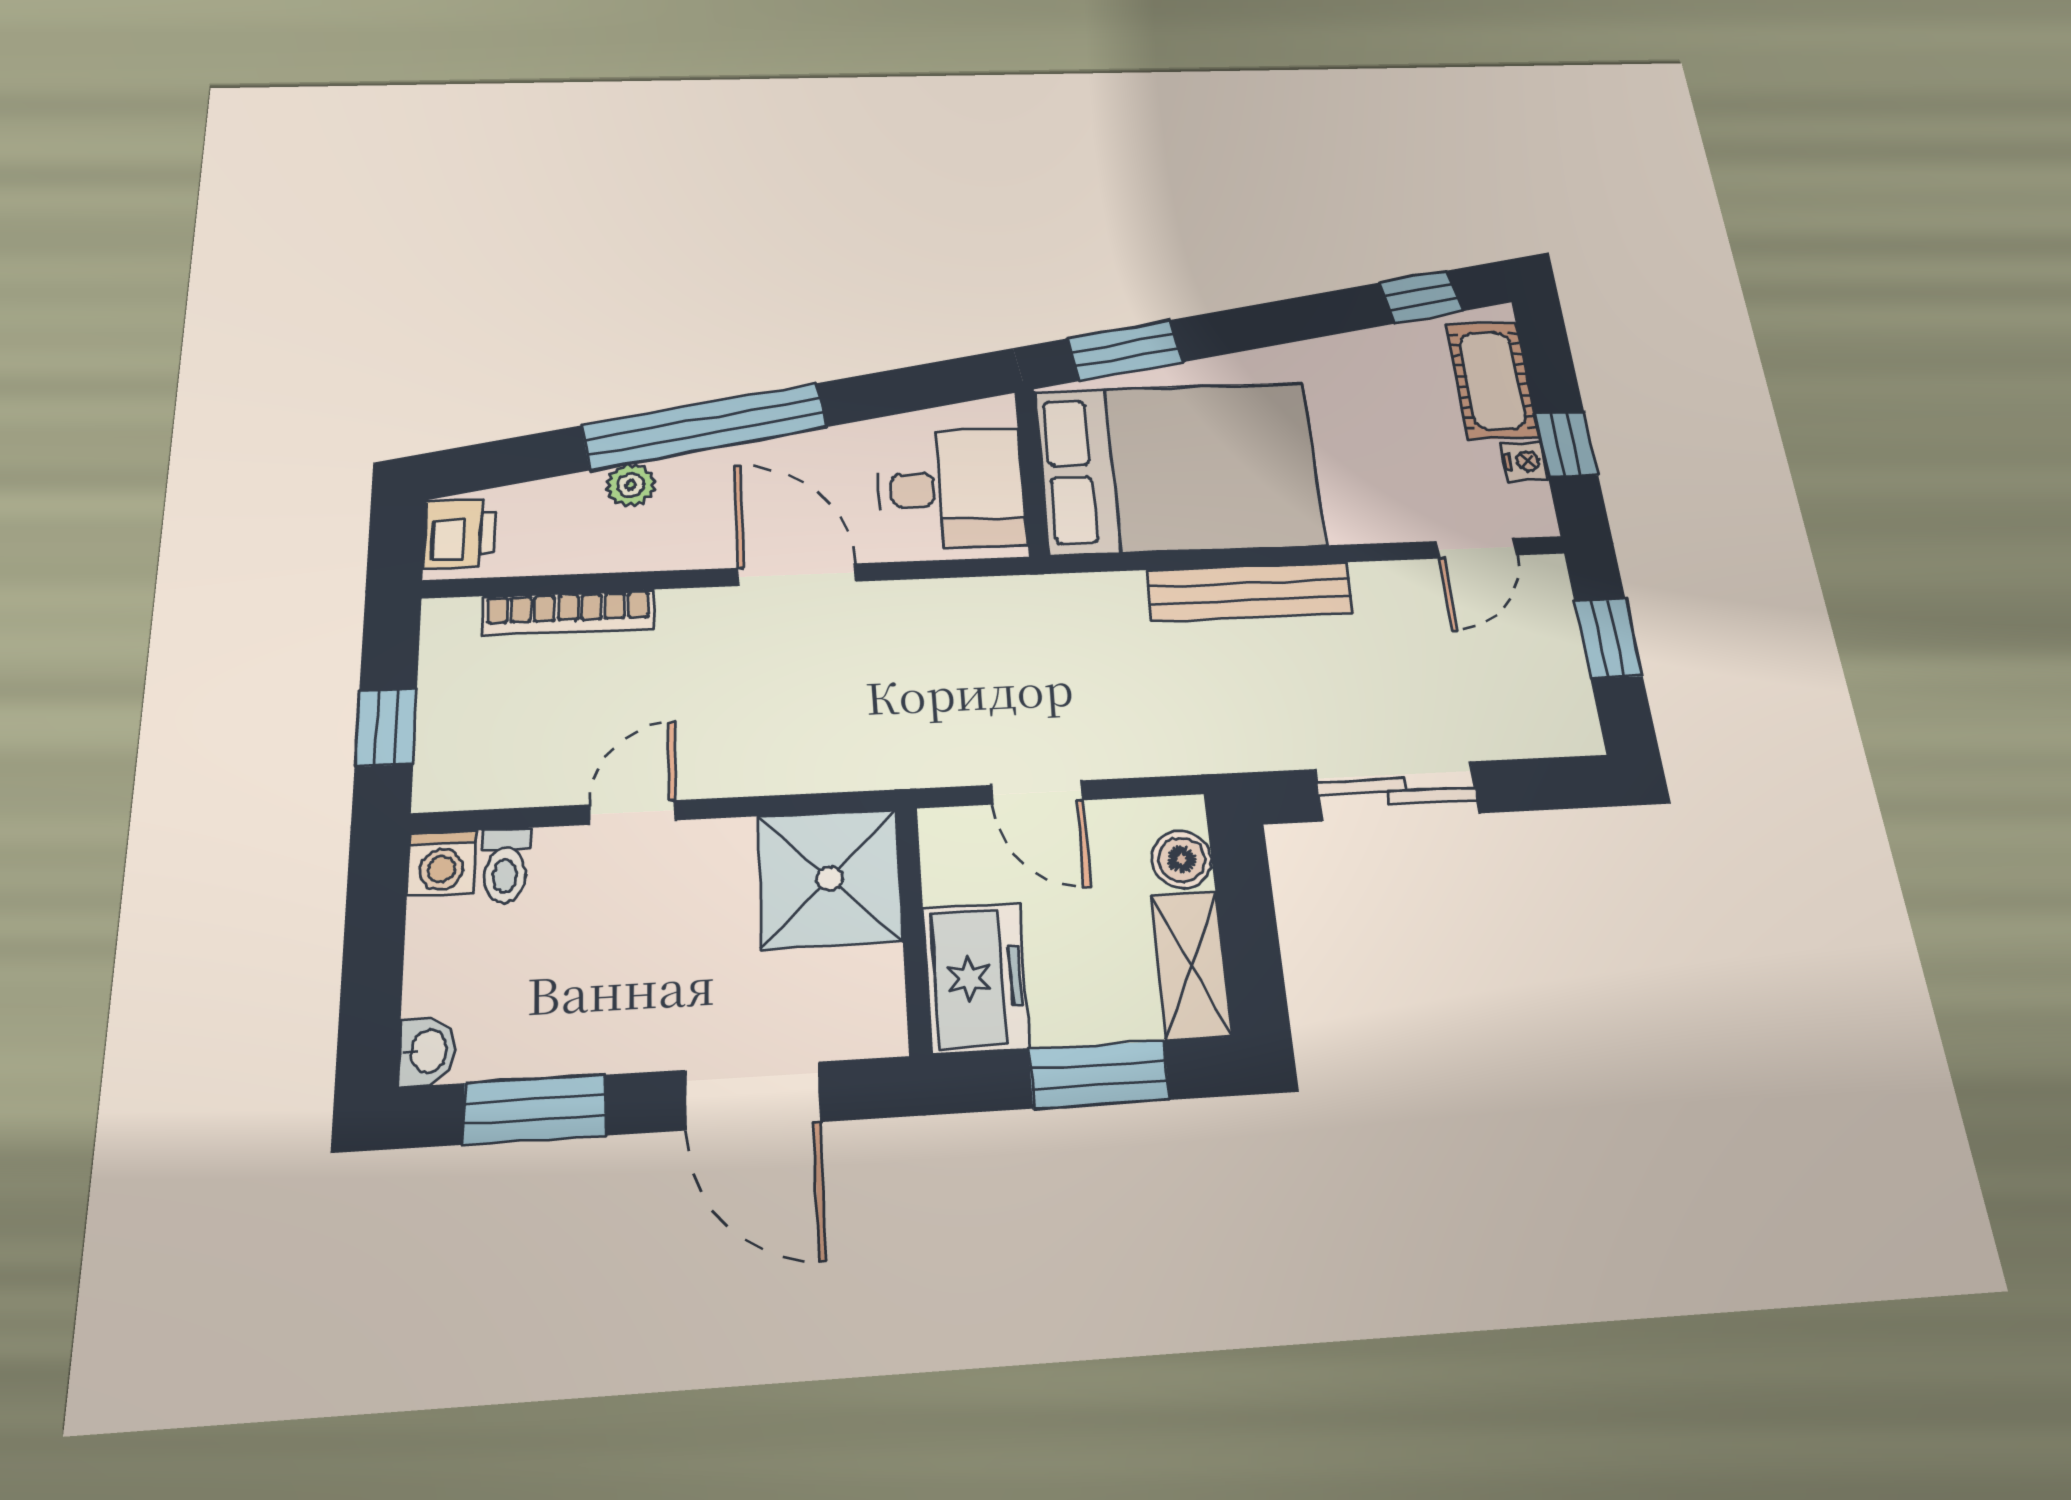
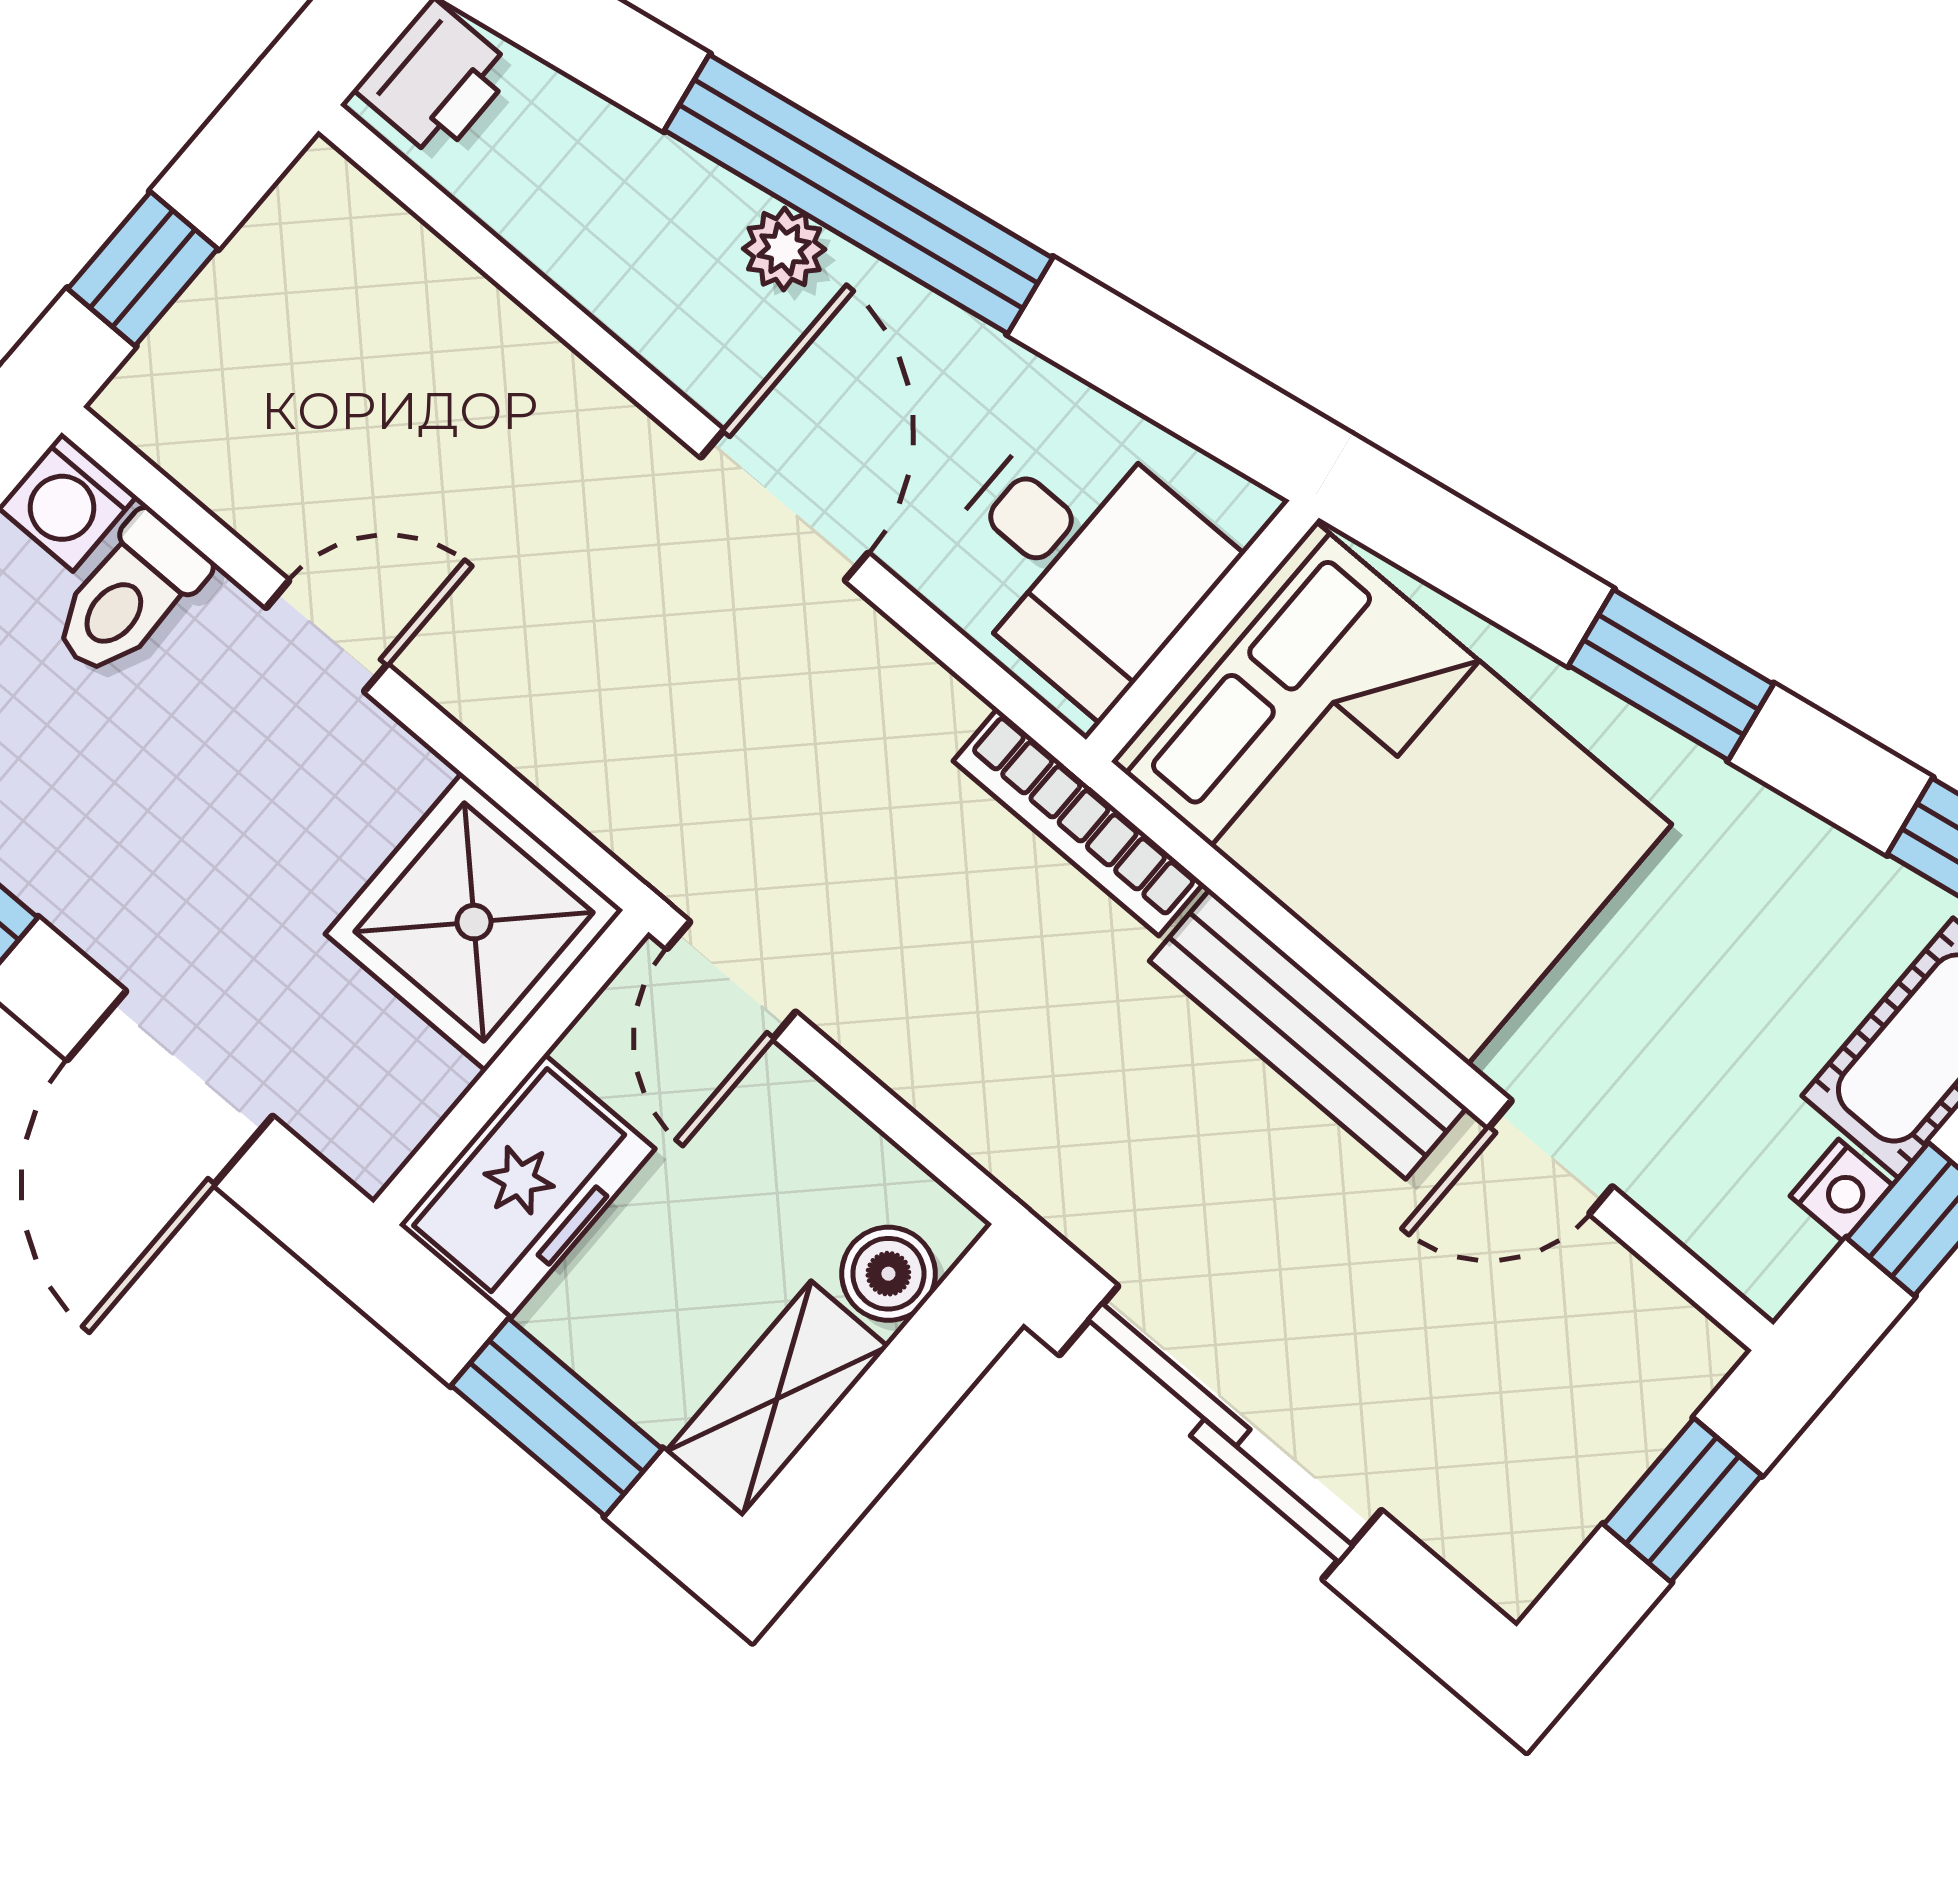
window: (1125, 350) -> (1671, 675), moved
plant: (631, 485) -> (784, 249), moved
door: (1477, 548) -> (1550, 1157), moved
bookcase: (568, 612) -> (1078, 822), moved
sliding door: (1397, 791) -> (1220, 1433), width x1.37
door: (1037, 793) -> (731, 980), moved
toilet: (505, 866) -> (129, 596), width x1.37, depth x1.39

